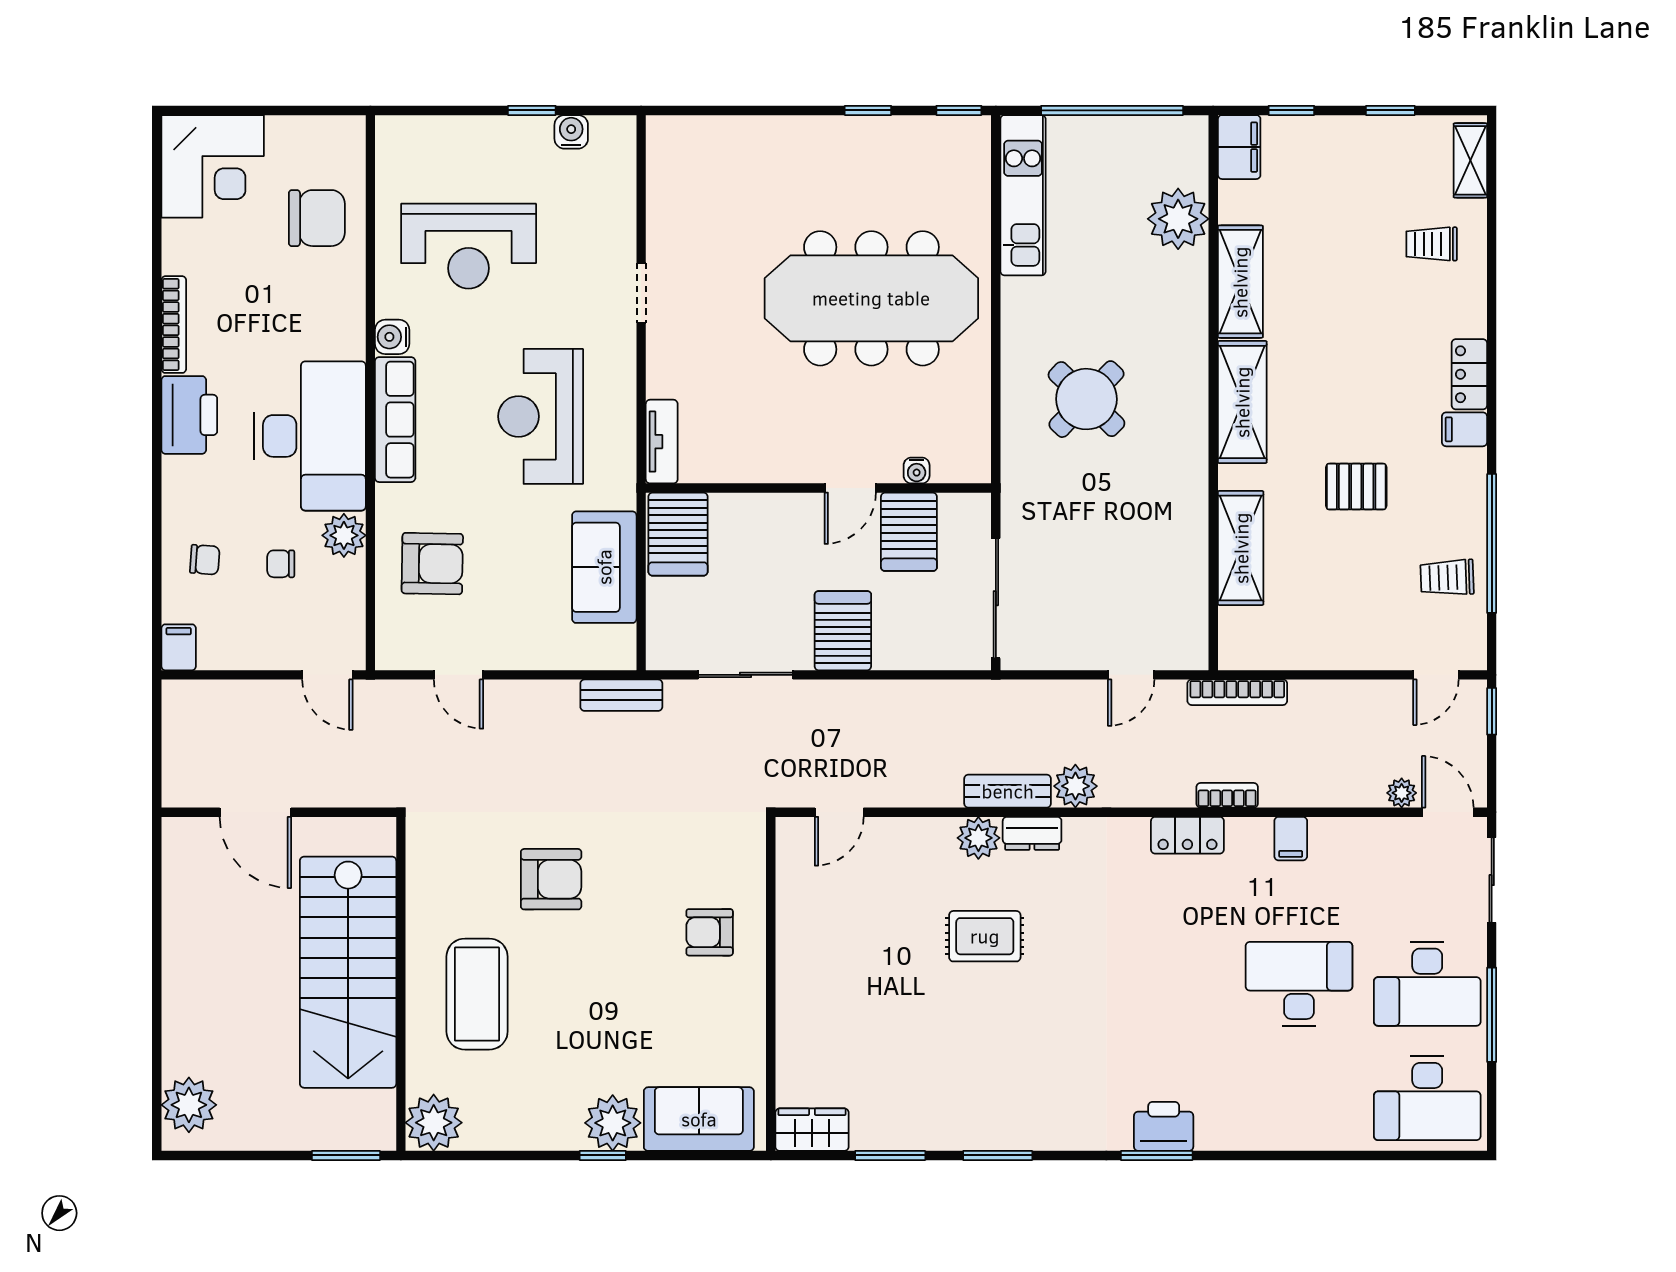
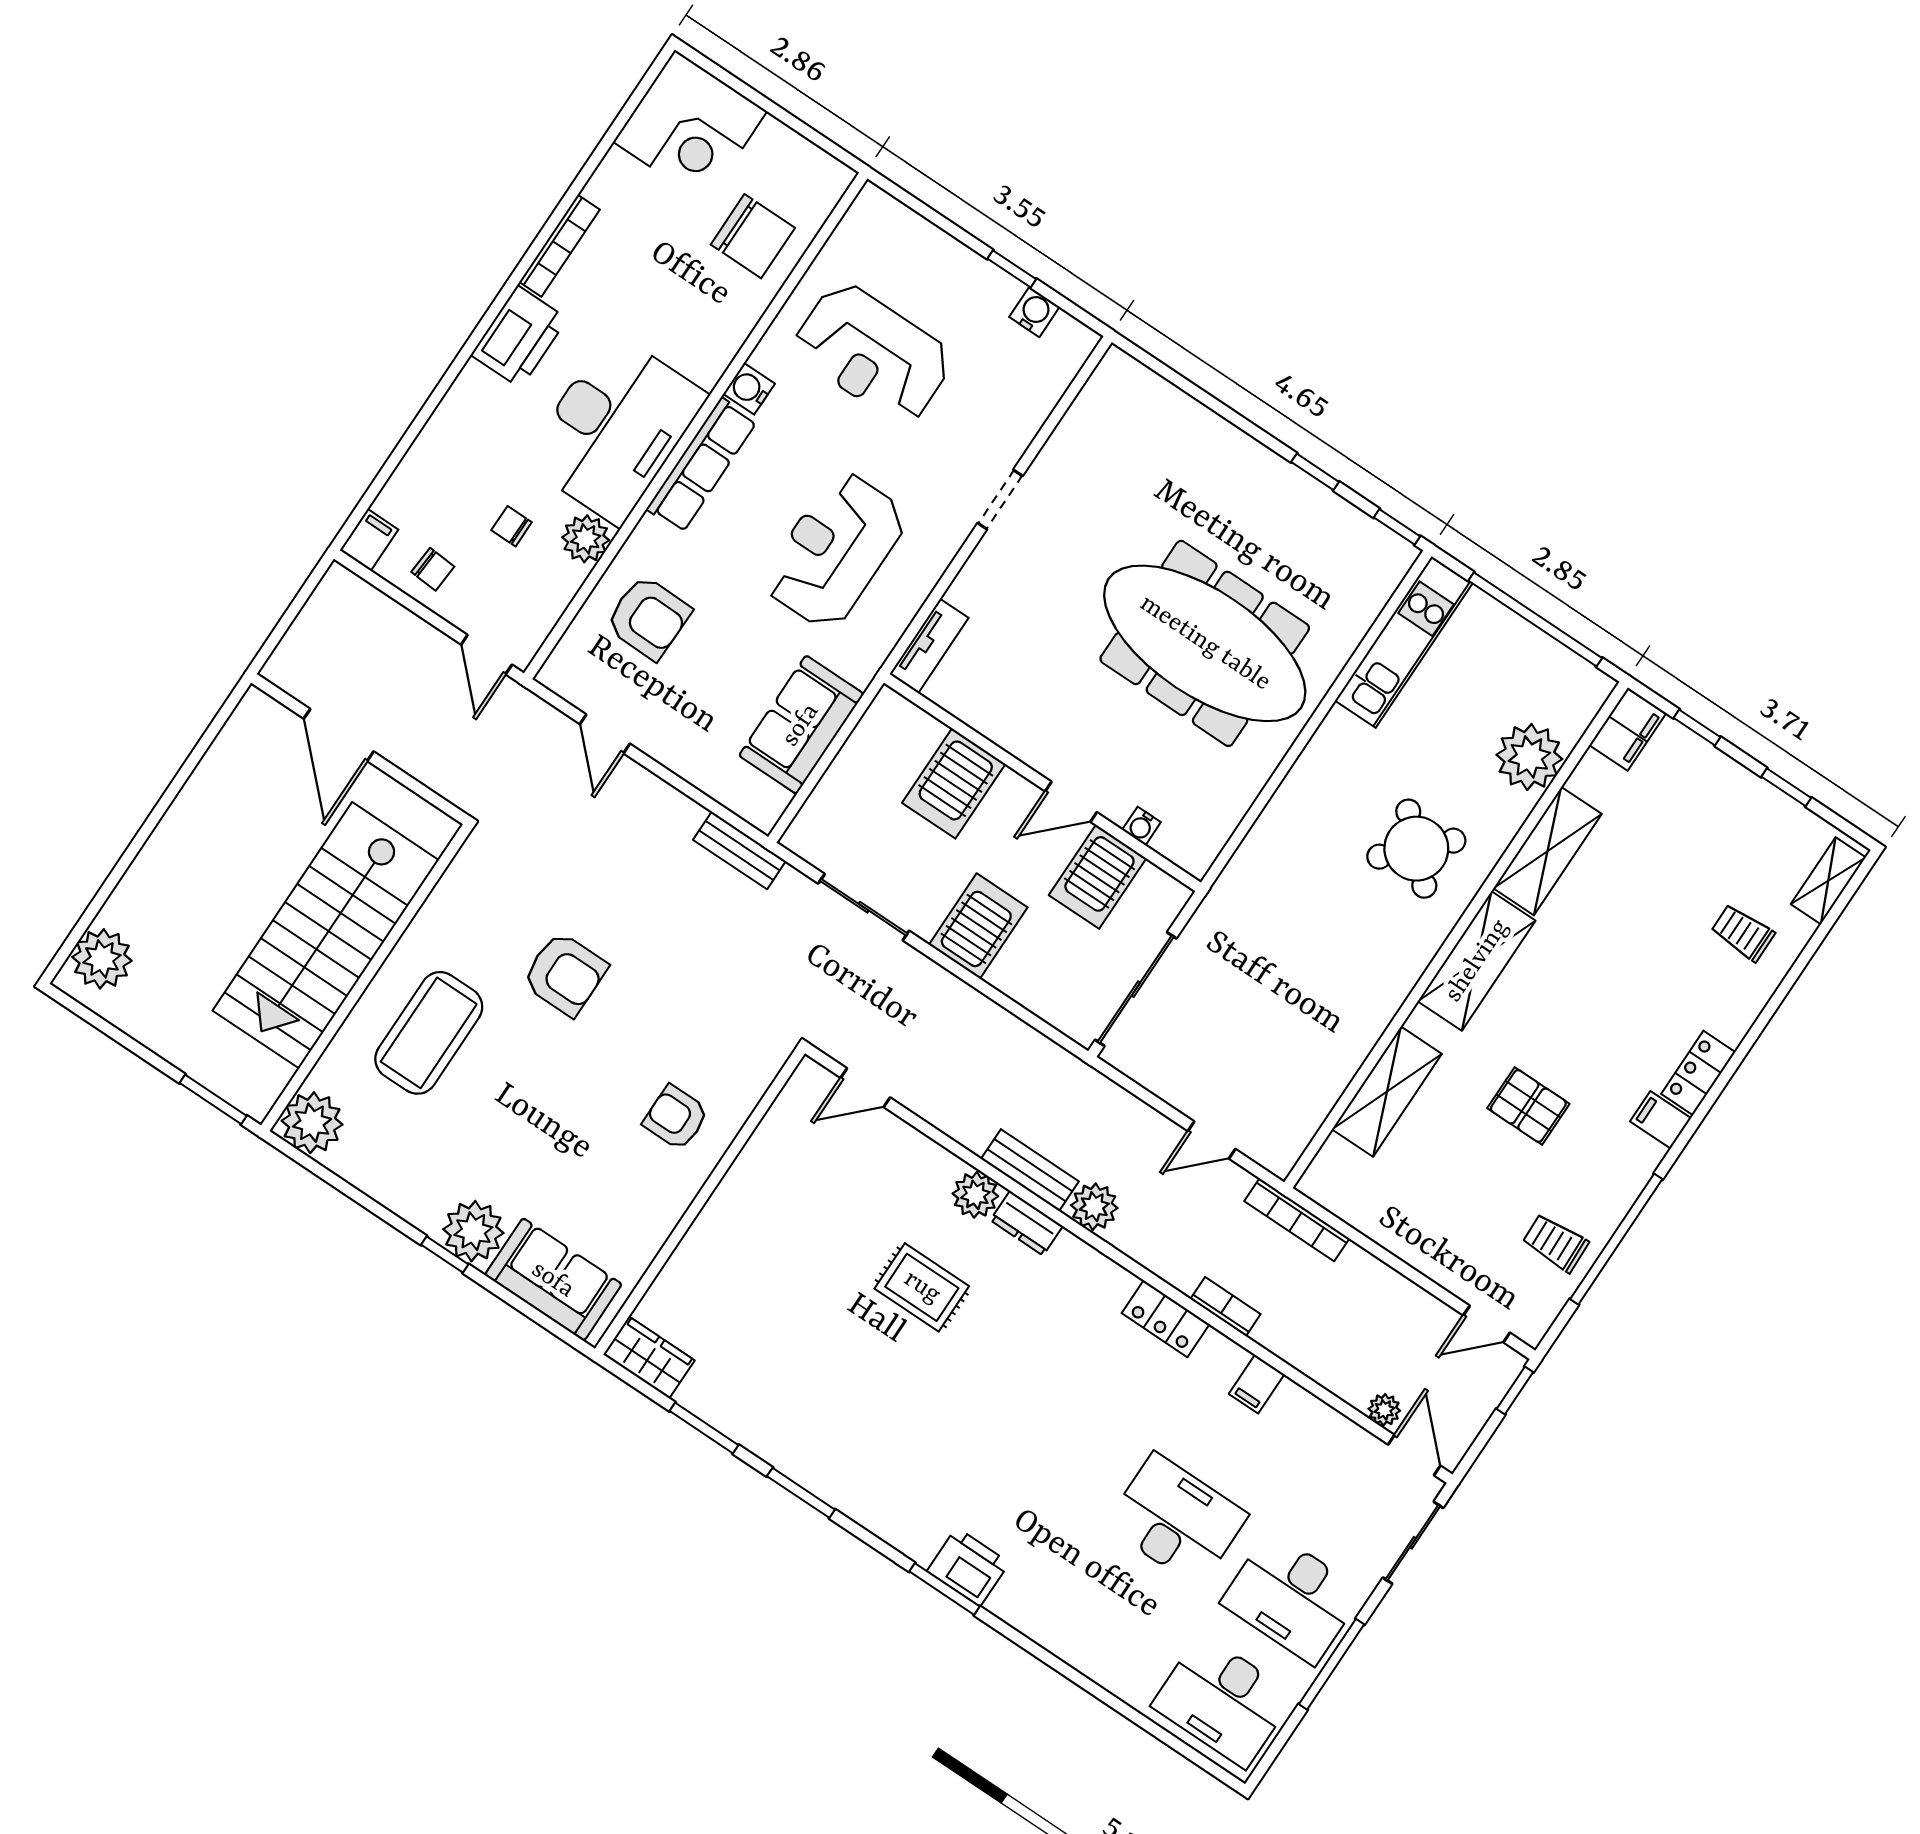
round table: (1086, 399) -> (1416, 849), moved
server rack: (678, 534) -> (954, 783), moved
chair: (205, 560) -> (433, 569), moved

